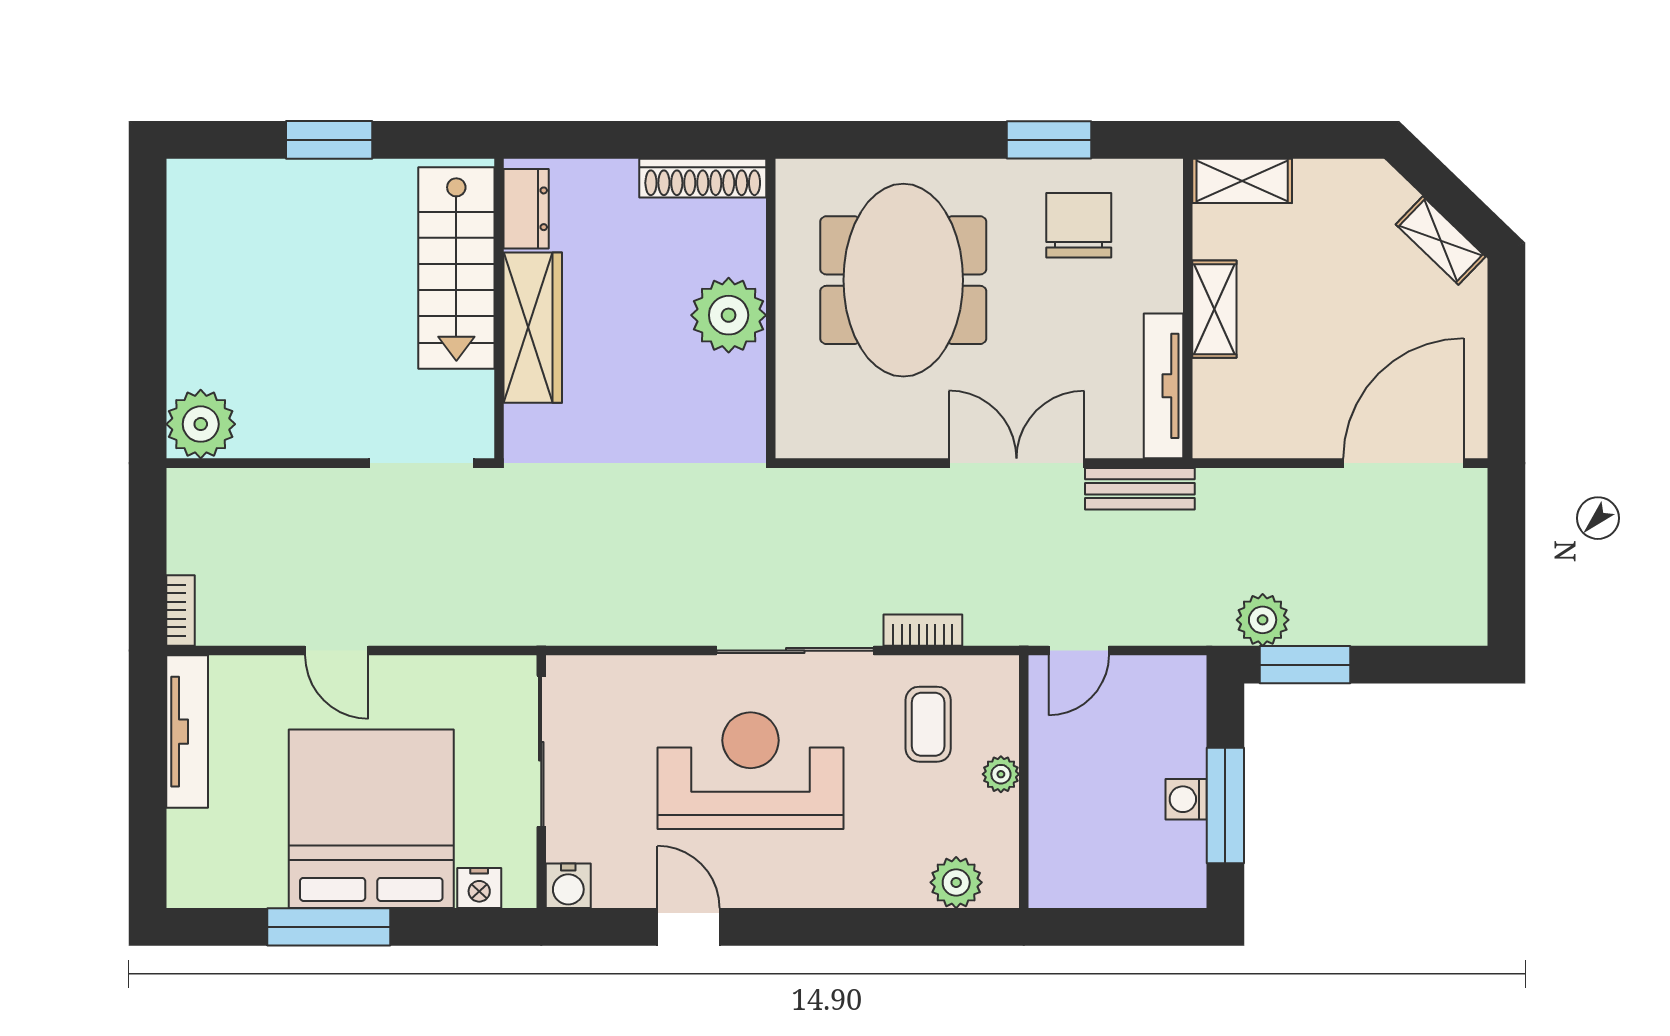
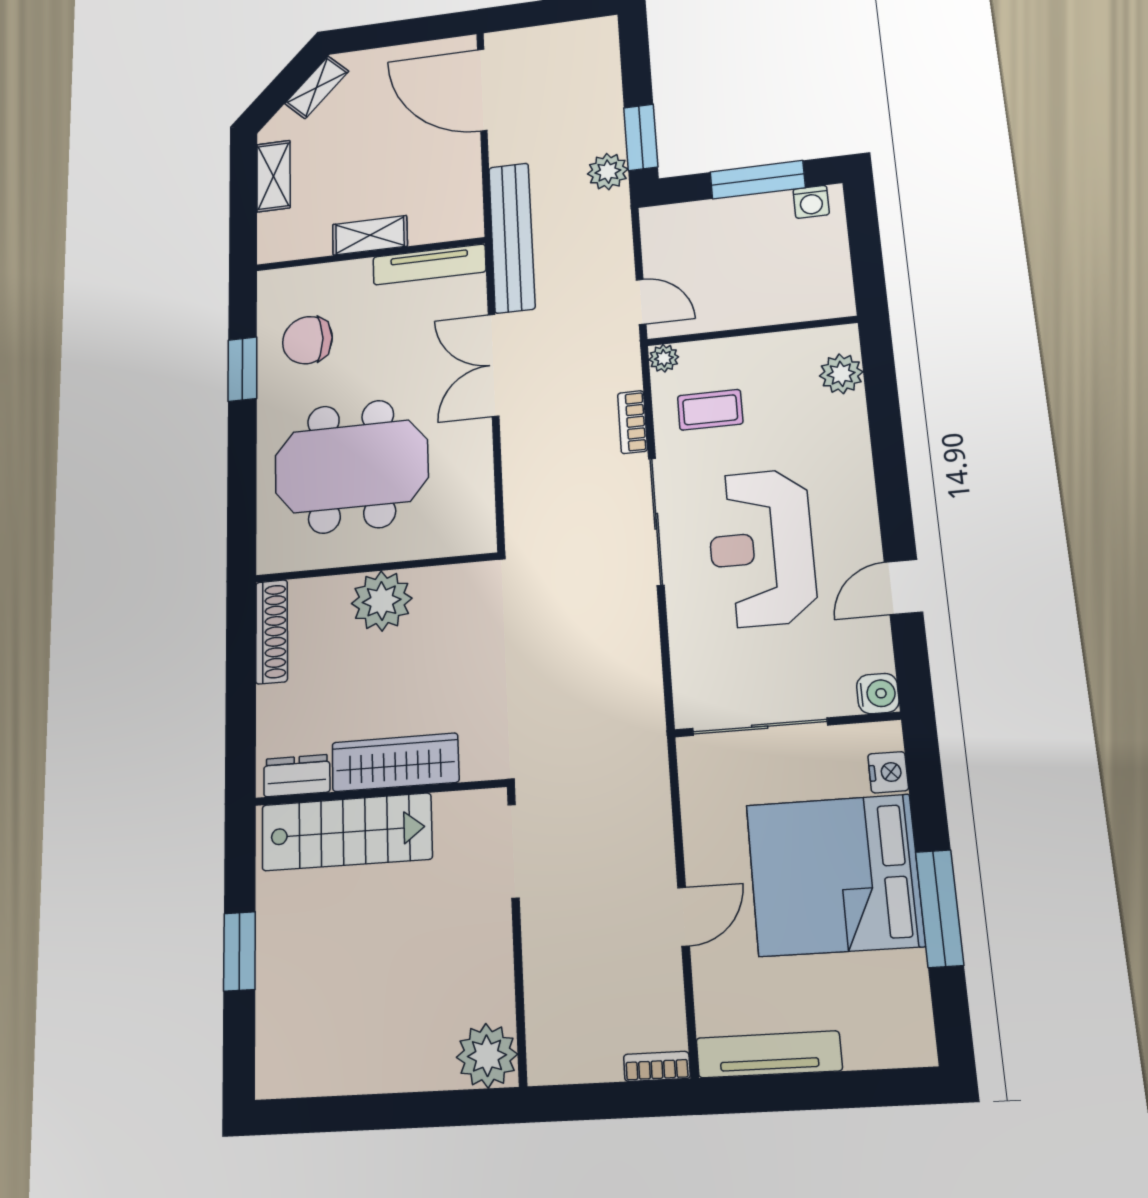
shelving: (1242, 181) -> (273, 176), moved
bench: (1140, 489) -> (512, 237), width x1.86, depth x1.21
plant: (1001, 774) -> (664, 358), moved
washing machine: (1186, 799) -> (811, 202), moved

